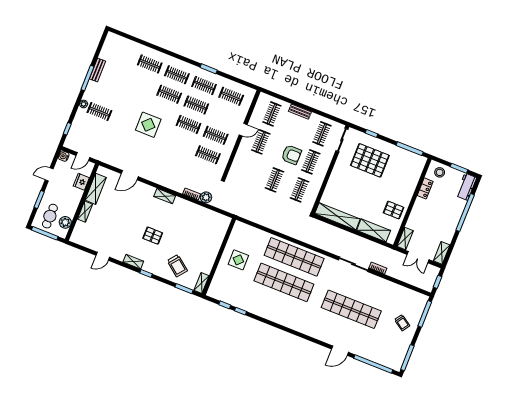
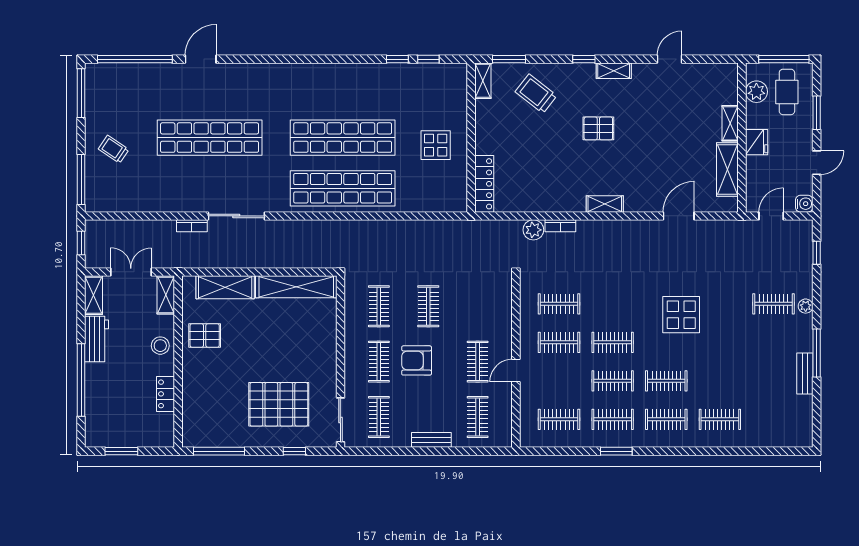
stool: (440, 172) -> (160, 346), moved
fridge: (81, 182) -> (757, 142), moved
workbench: (466, 187) -> (97, 339), moved
locker: (222, 231) -> (484, 184), added

